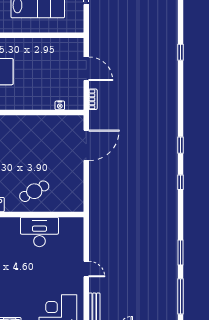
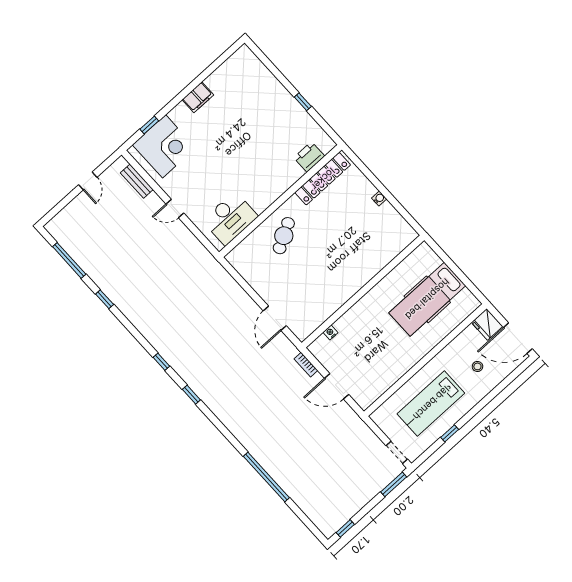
window: (180, 52) -> (266, 477), width x3.17
door: (86, 145) -> (275, 318), width x0.73
desk: (39, 232) -> (230, 218), moved
window: (180, 253) -> (105, 299), width x0.67

